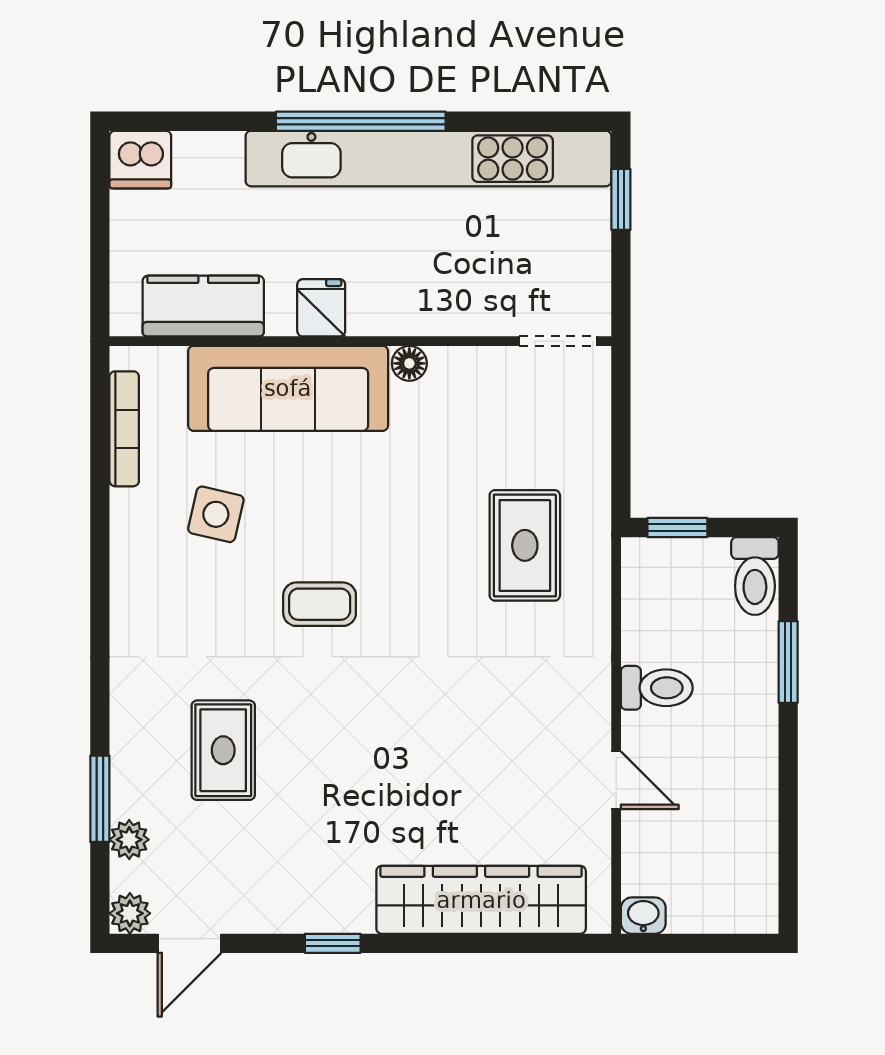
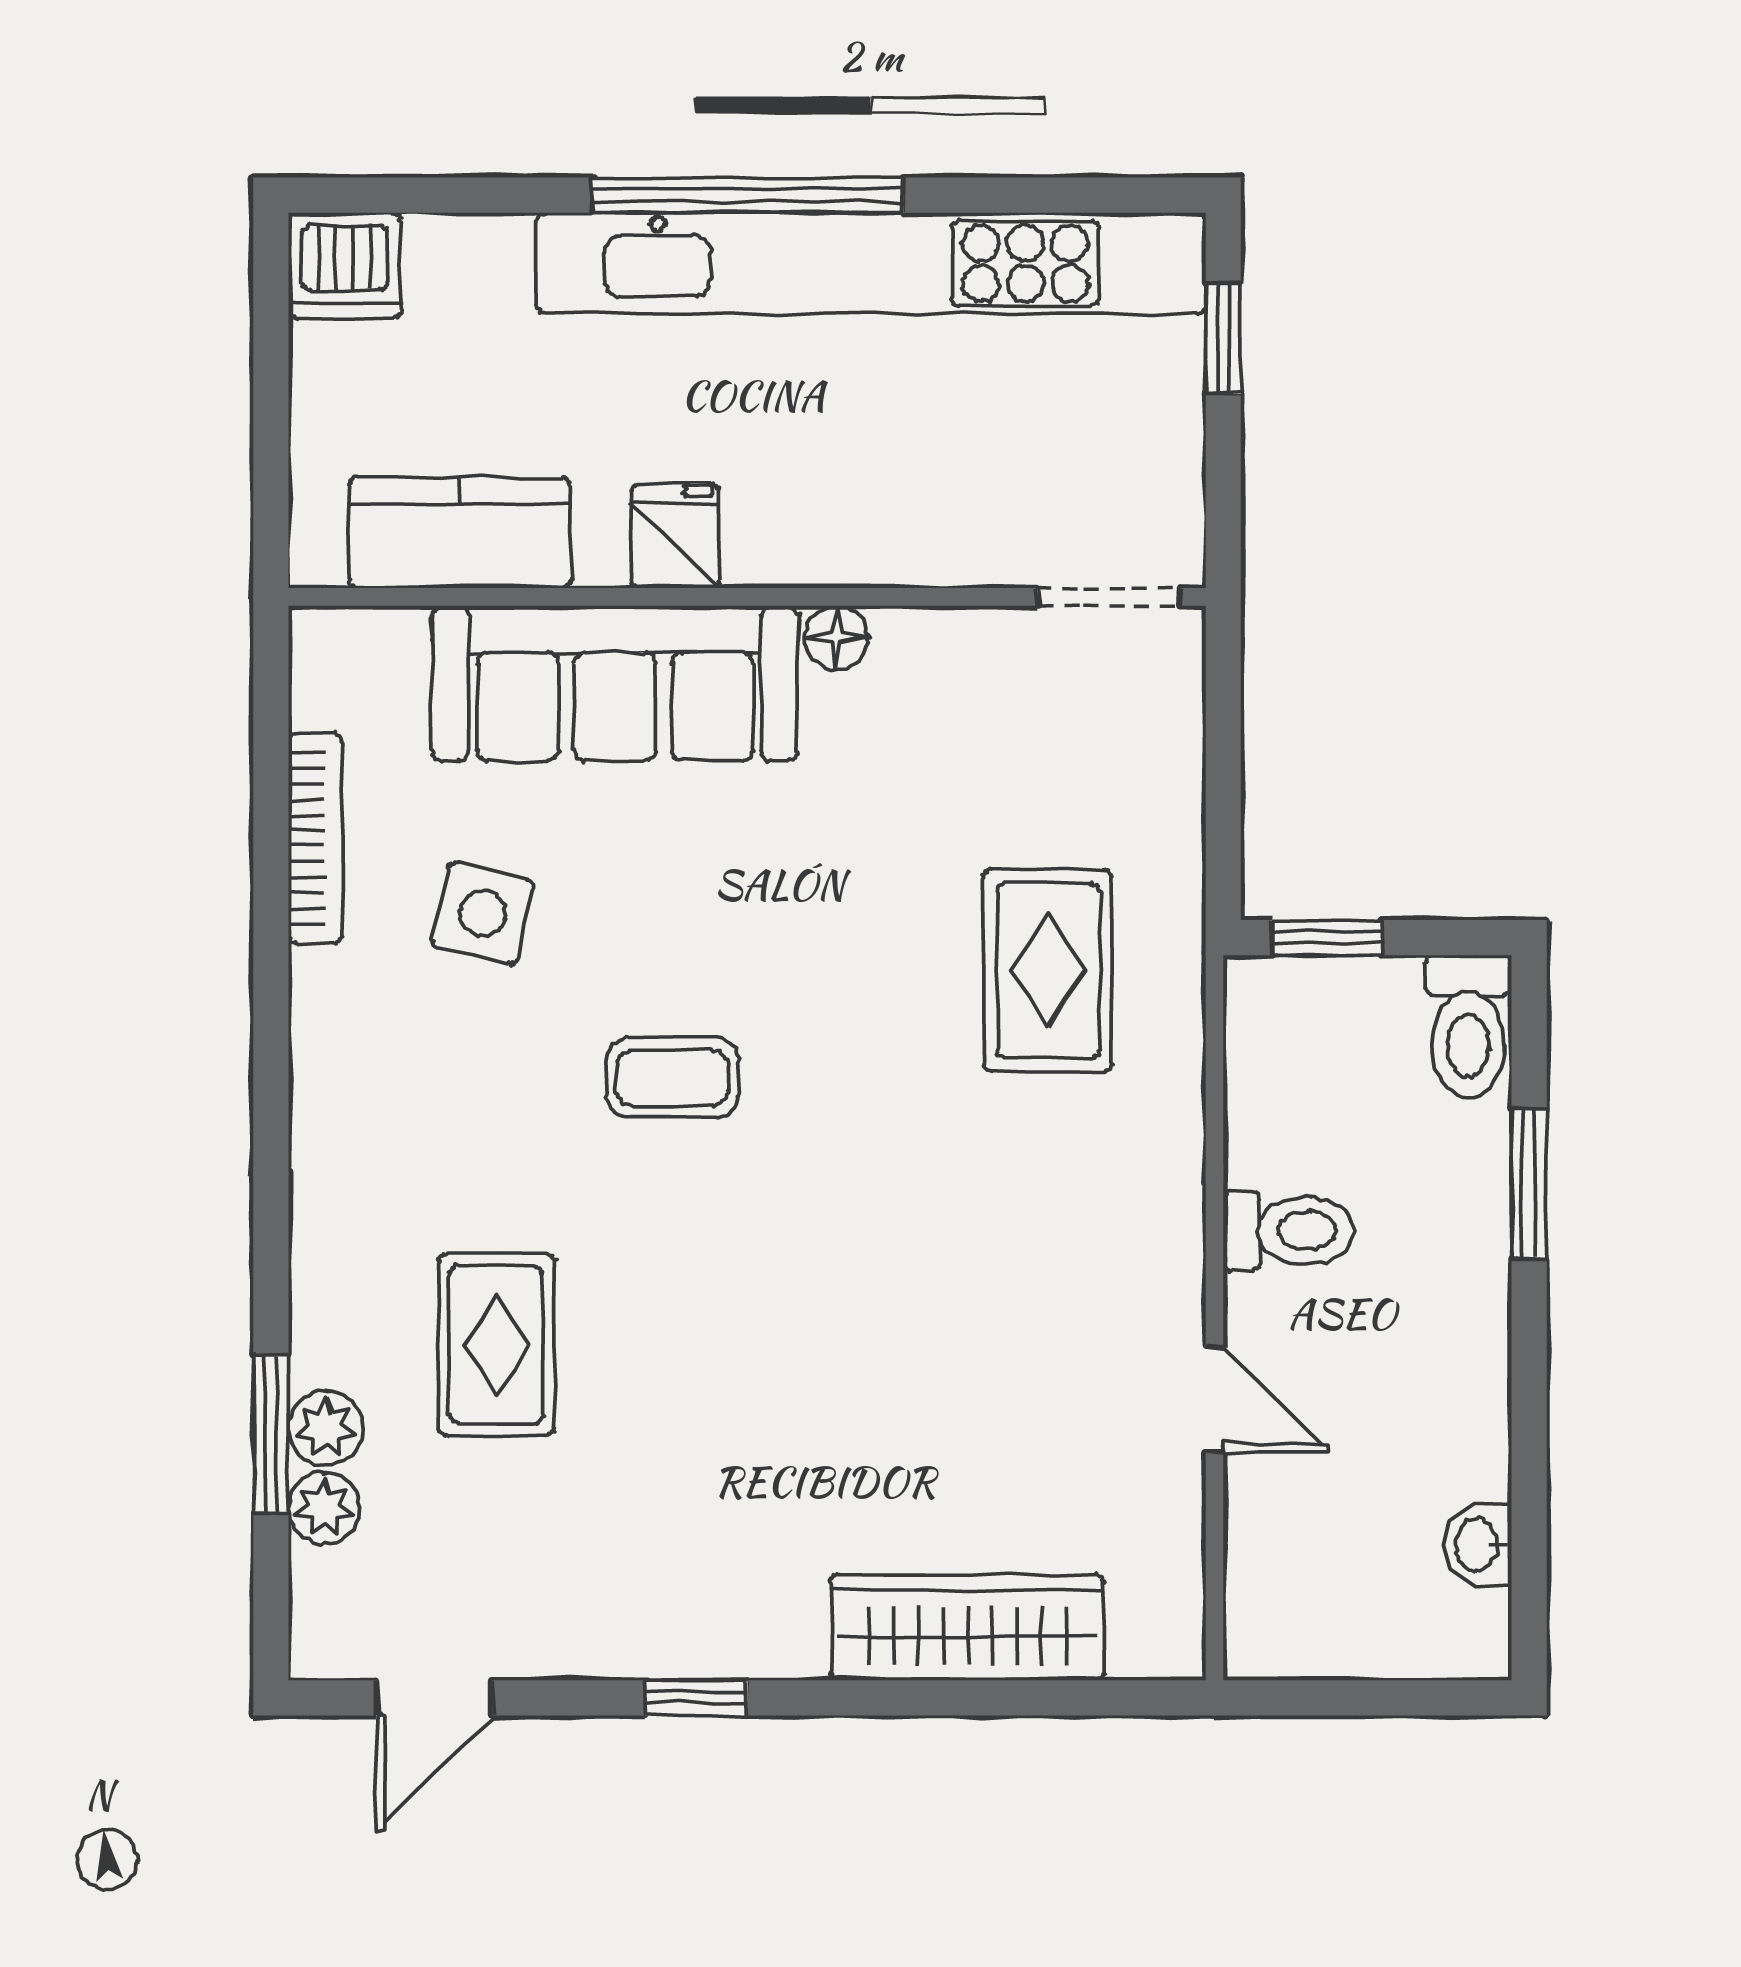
bookcase: (124, 429) -> (315, 839), moved
wardrobe: (481, 900) -> (968, 1627), width x0.71, depth x0.85
plant: (130, 913) -> (326, 1428), moved
washbasin: (643, 916) -> (1478, 1544), moved, turned -90

